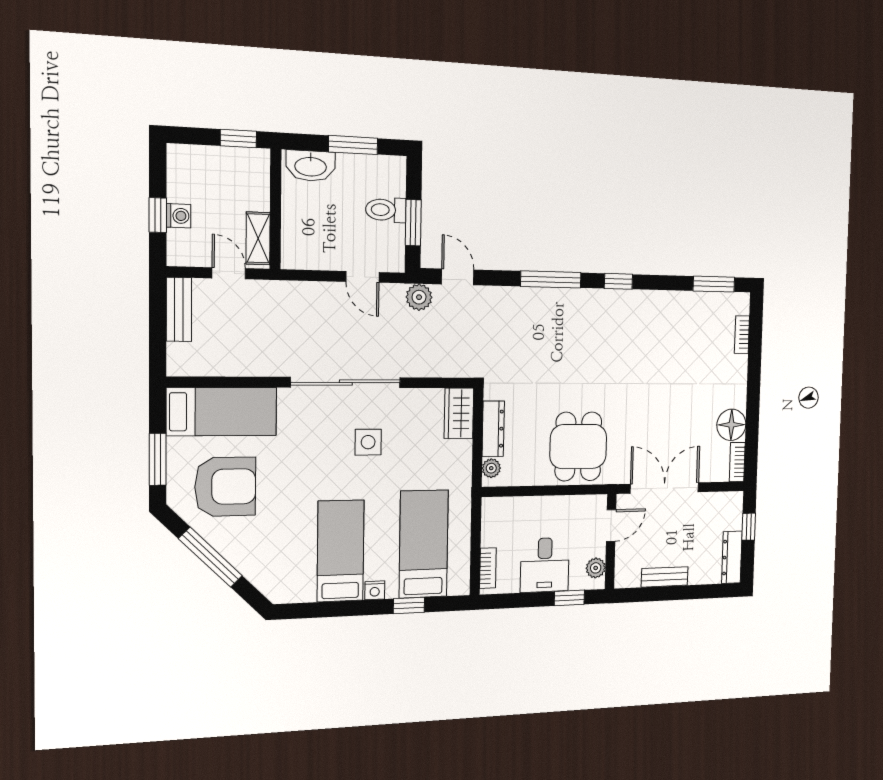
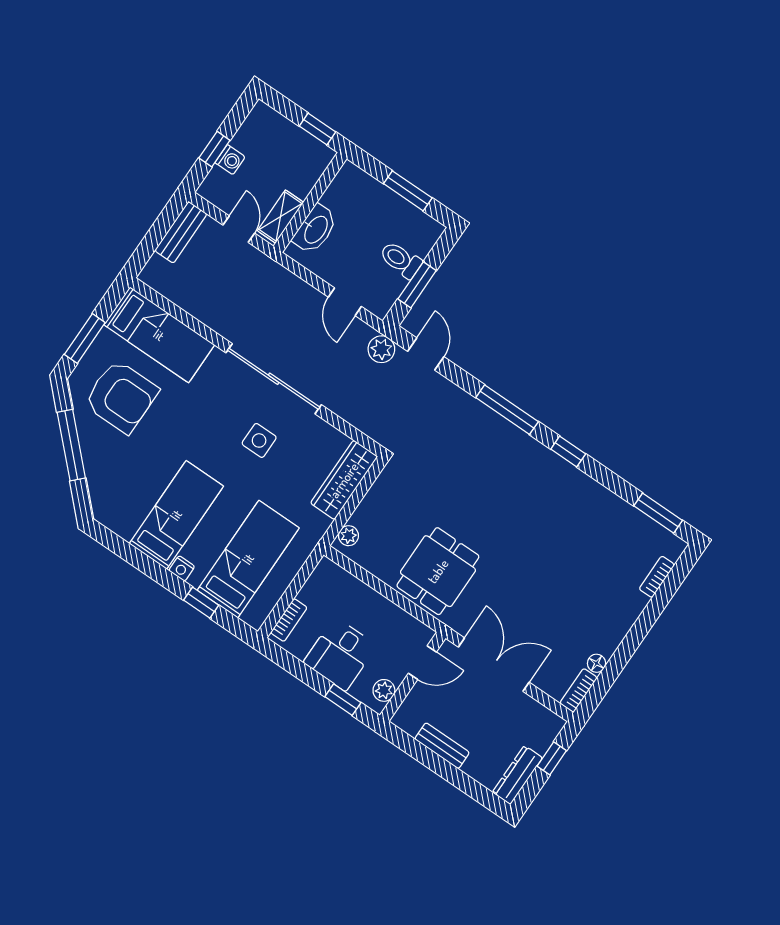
washbasin: (311, 166) -> (315, 229), moved, turned -90
wardrobe: (459, 413) -> (344, 480), width x1.50
floor lamp: (731, 425) -> (597, 663), width x0.53, depth x0.53
dresser: (493, 429) -> (372, 503), removed

